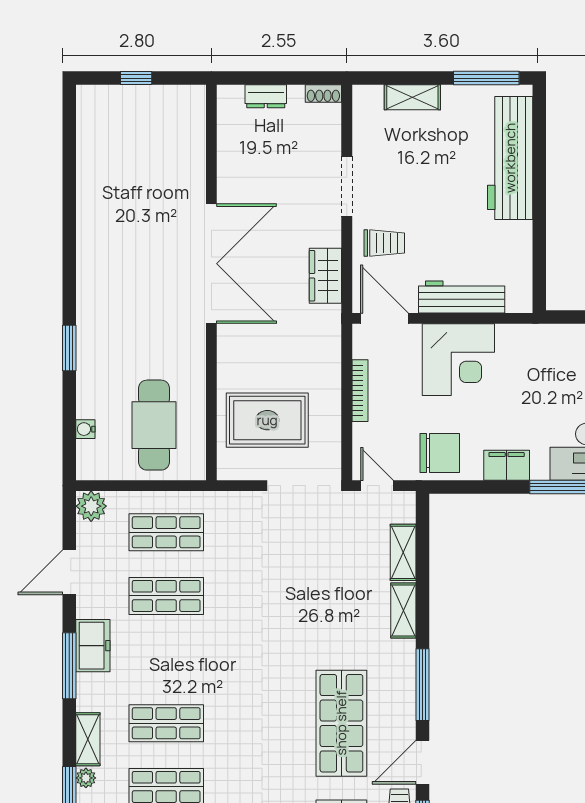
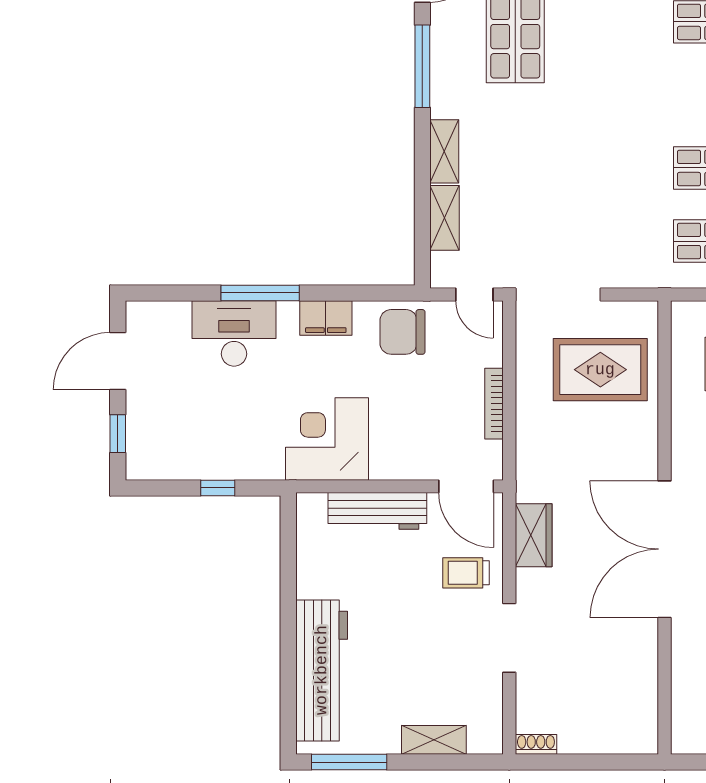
dresser: (266, 96) -> (602, 741), removed
corner desk: (458, 360) -> (327, 439), moved

